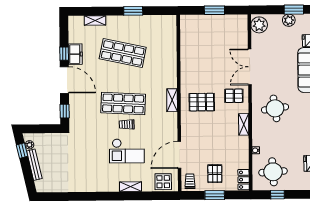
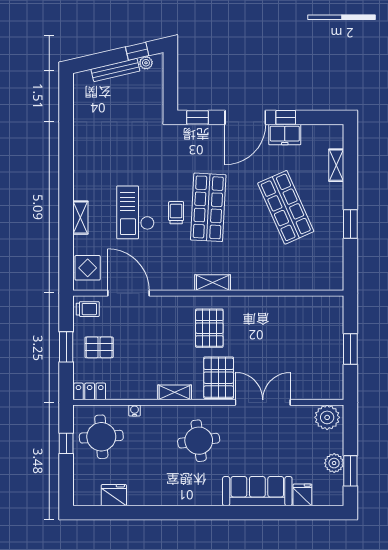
shop shelf: (123, 53) -> (286, 207), turned -36
pallet: (234, 96) -> (219, 378), width x1.50, depth x1.42

